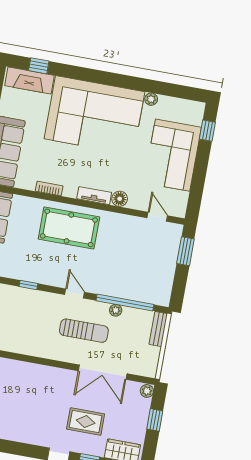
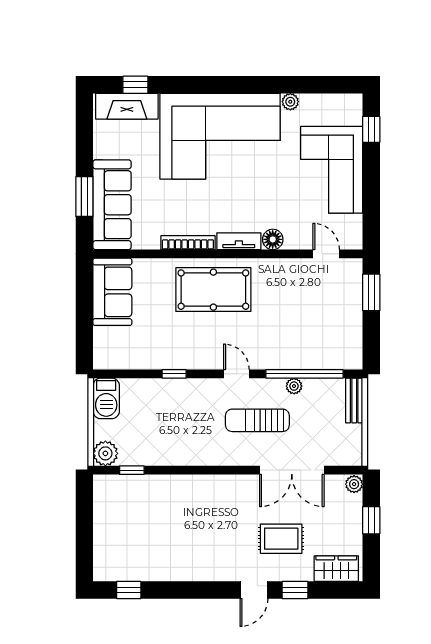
bookcase: (49, 188) -> (188, 243), width x1.56
sun lounger: (84, 331) -> (257, 420), turned 180

